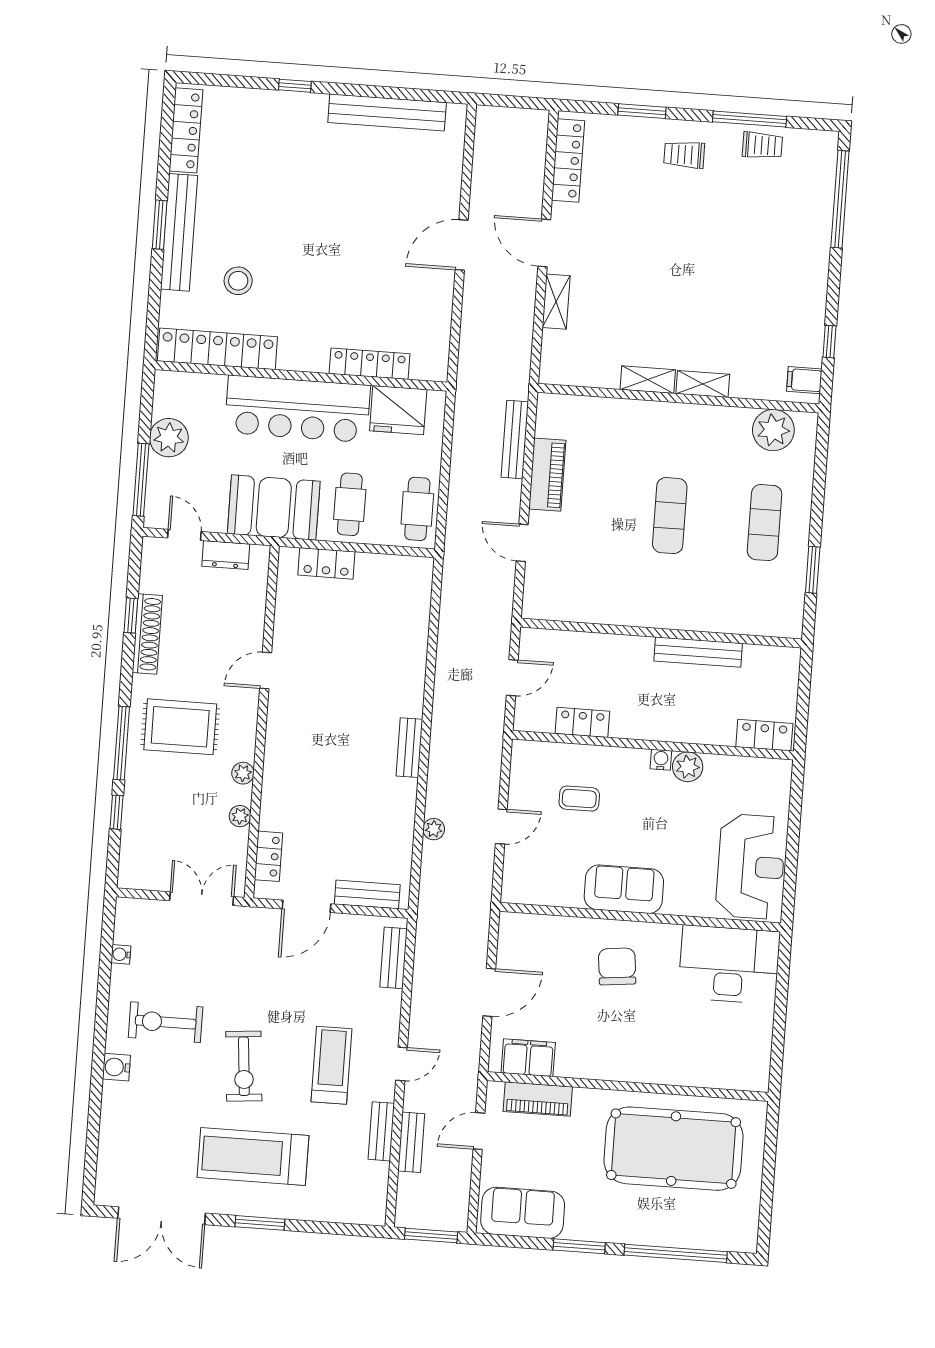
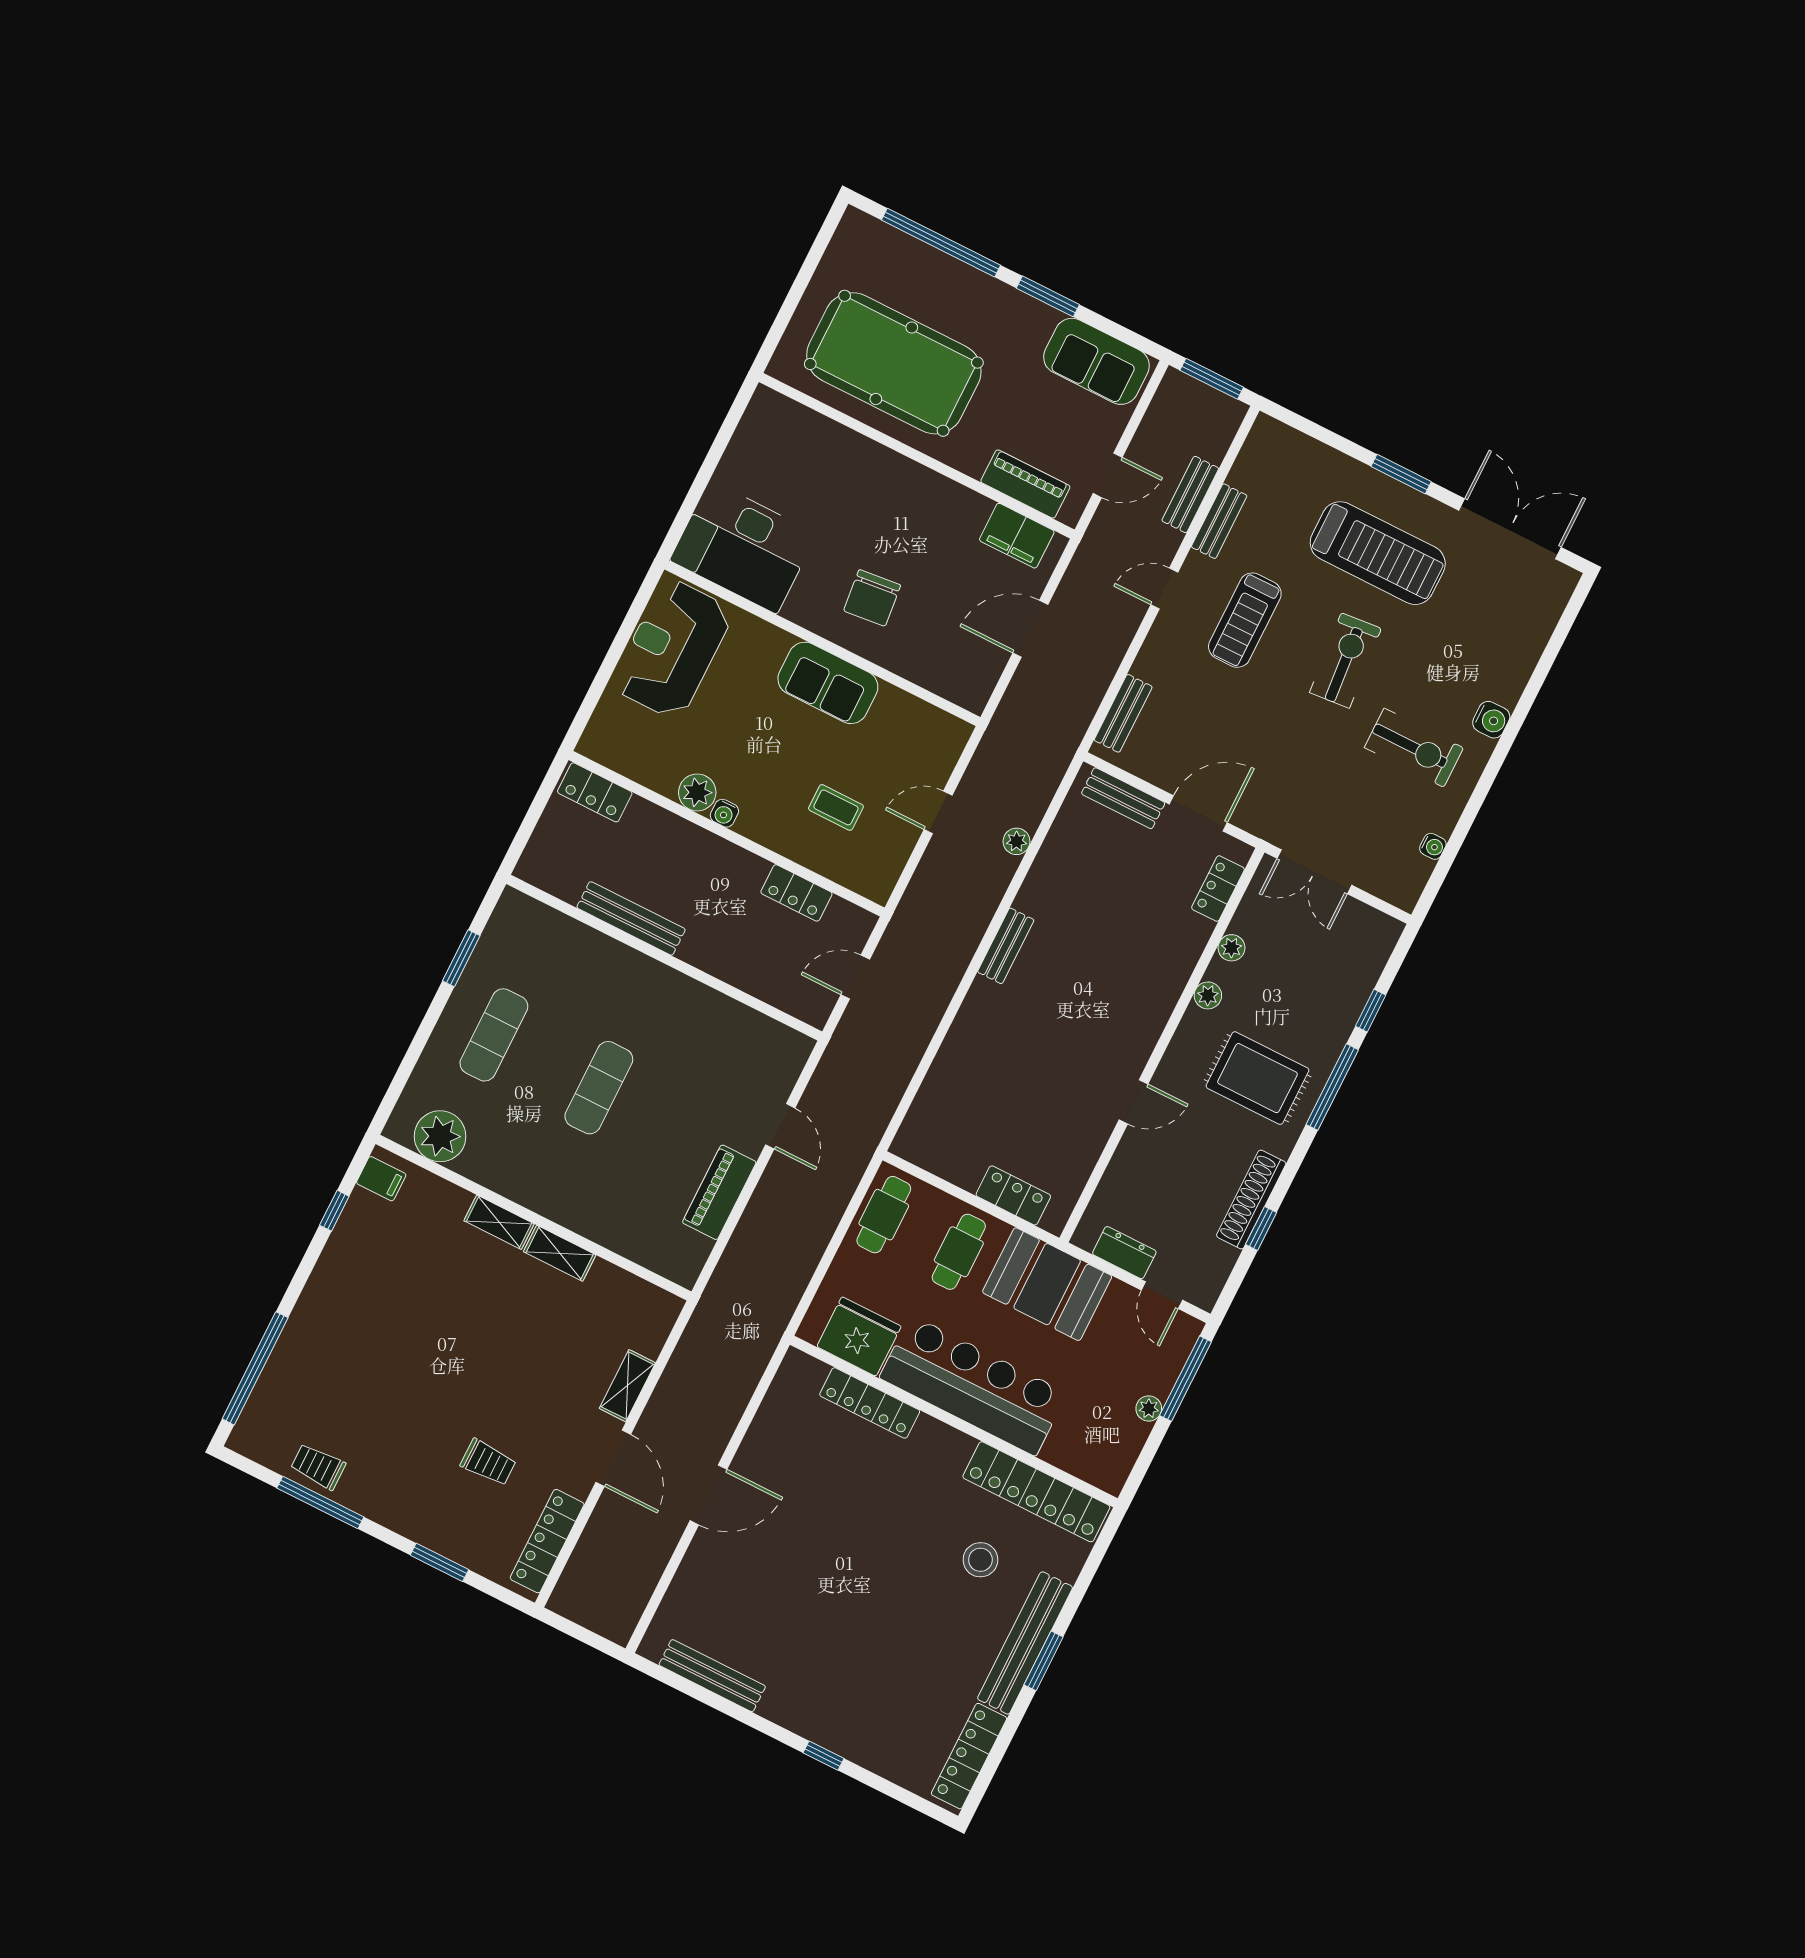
bench: (387, 112) -> (712, 1676), width x0.73, depth x0.82
trolley: (684, 155) -> (488, 1462), moved
plant: (169, 438) -> (1149, 1408), width x0.53, depth x0.53
bench: (515, 440) -> (740, 1248), removed

